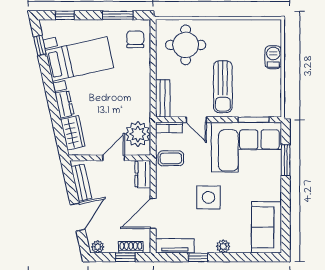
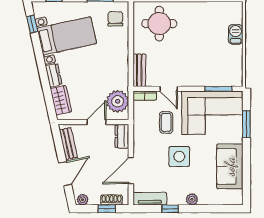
sun lounger: (223, 87) -> (192, 60), removed
coffee table: (171, 158) -> (166, 122), moved, turned 90
sofa: (267, 227) -> (230, 166), moved

